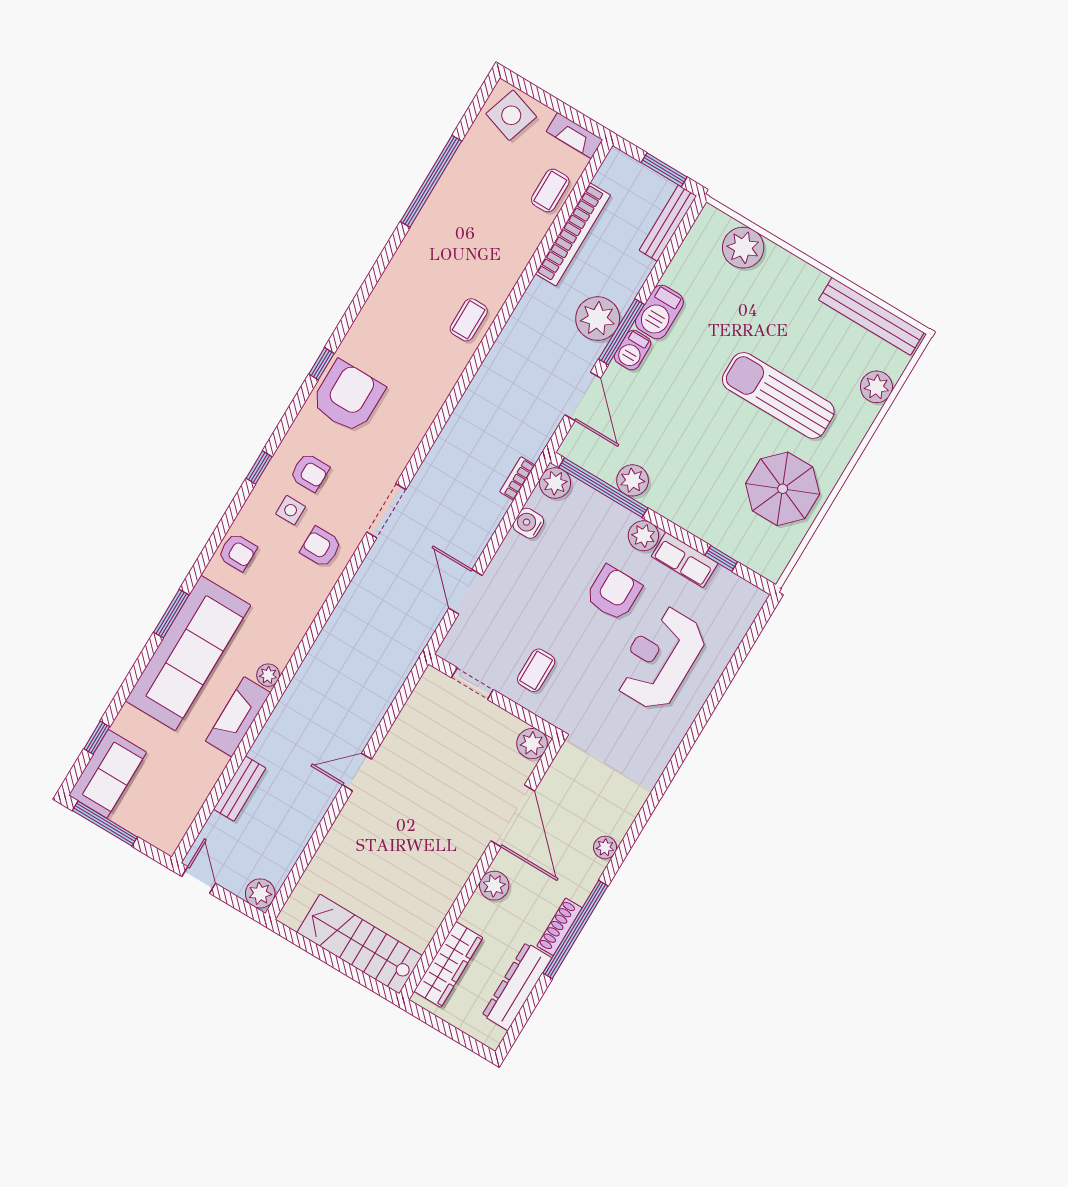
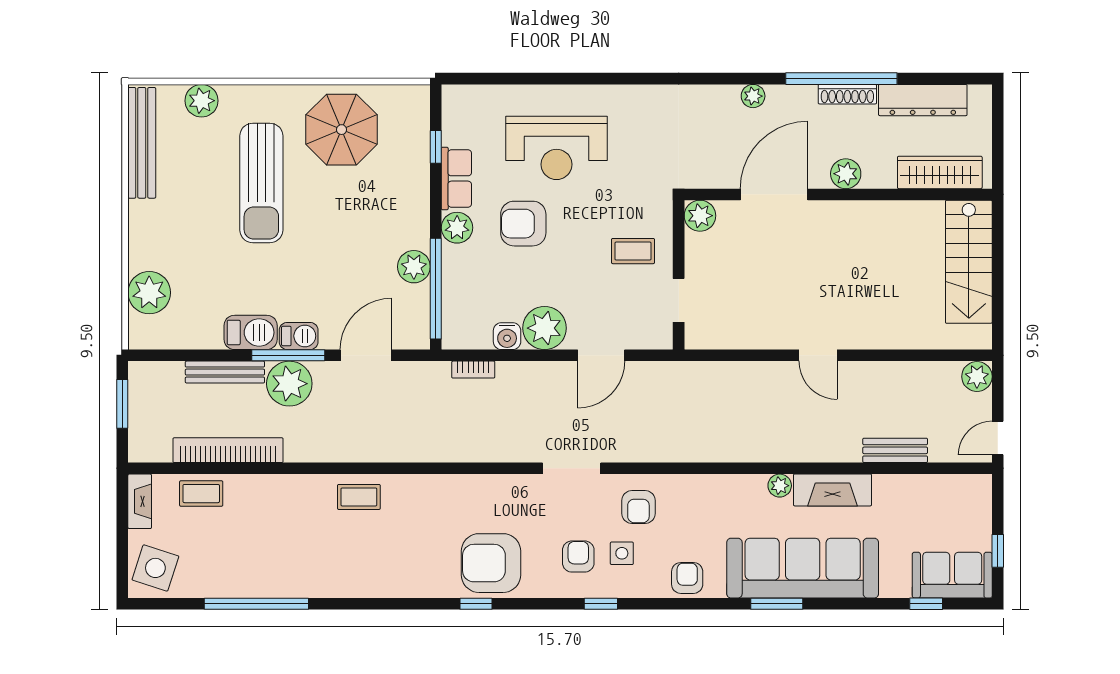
bench: (668, 223) -> (225, 372), moved
plant: (555, 483) -> (545, 328), moved, width x1.36, depth x1.36
window: (105, 824) -> (998, 551), width x0.46

